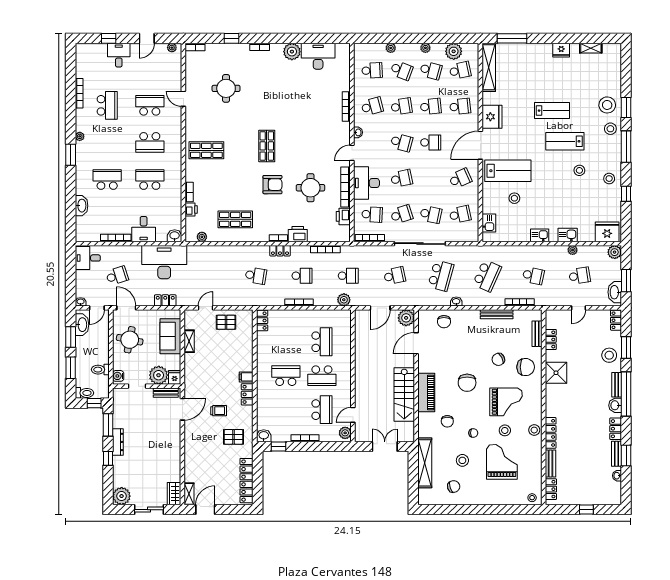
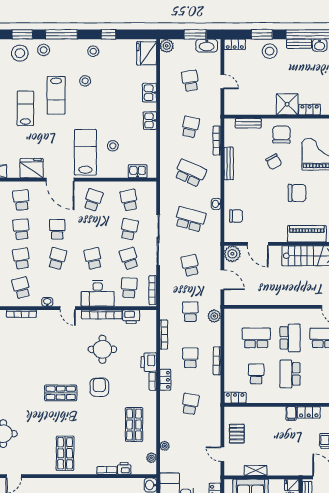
school desk: (460, 178) -> (93, 200), turned 42
plant: (573, 250) -> (165, 446), moved
locker: (551, 339) -> (310, 109), moved
school desk: (286, 342) -> (256, 374), added

